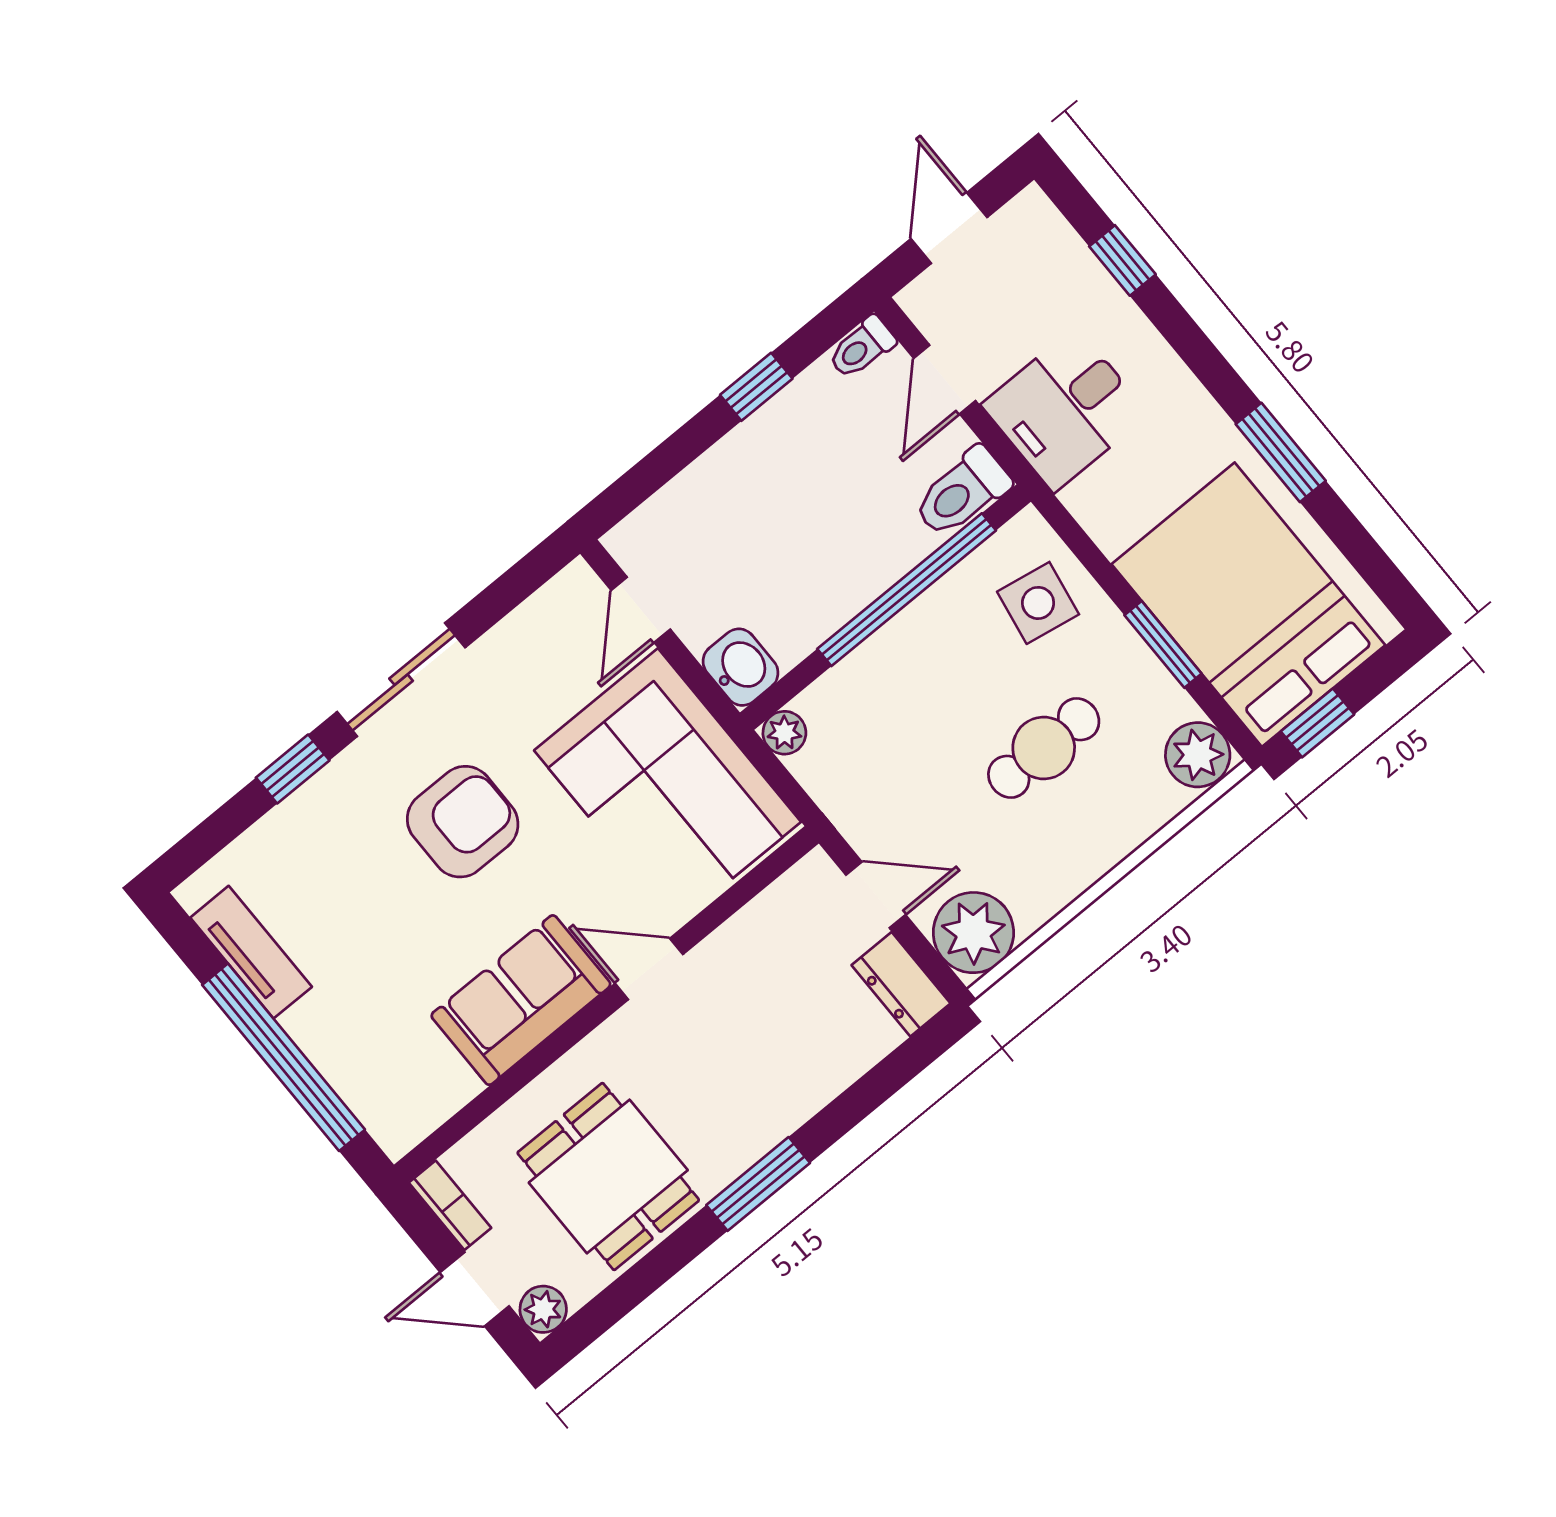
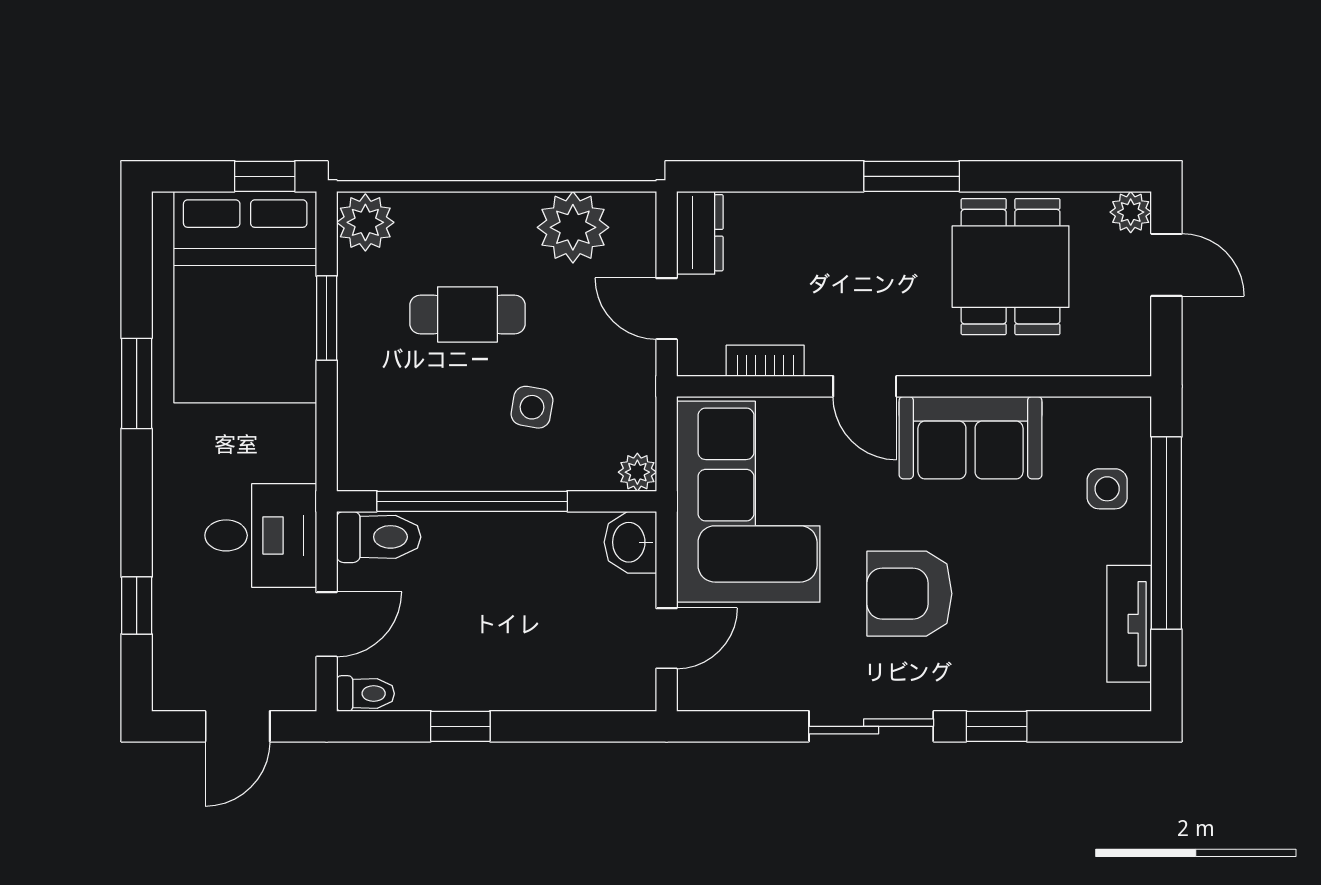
side table: (1038, 603) -> (532, 407), moved, width x0.73, depth x0.73
plant: (973, 933) -> (573, 227), moved
side table: (366, 1053) -> (1107, 489), added
bookcase: (450, 1205) -> (765, 361), moved, turned 90

